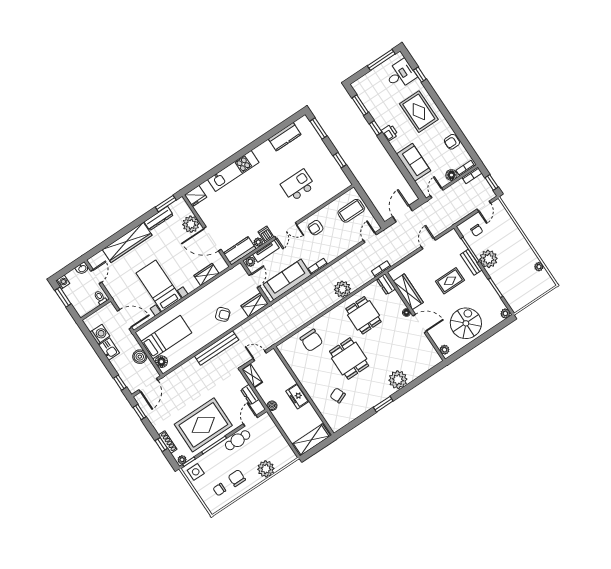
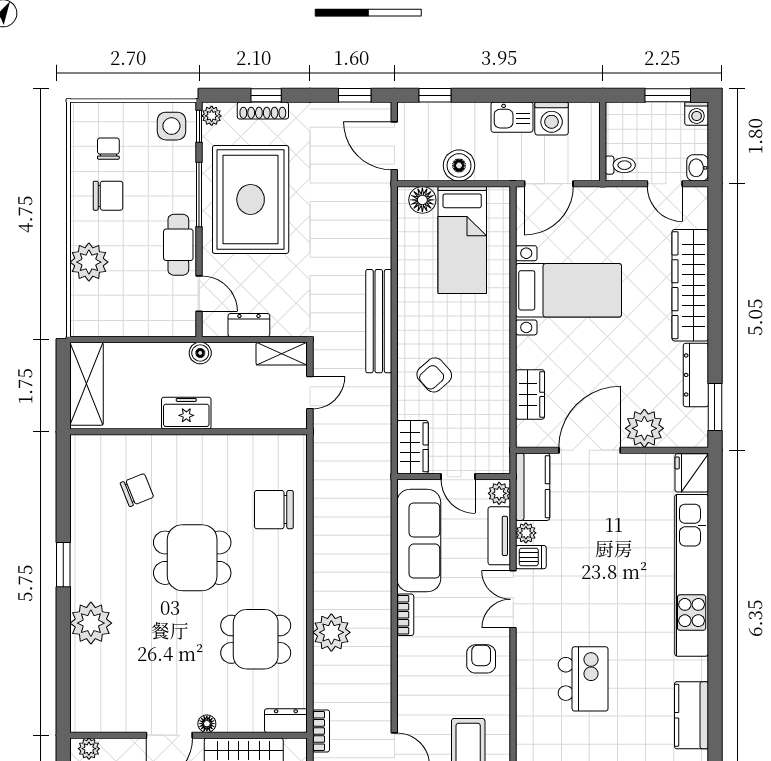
kitchen unit: (233, 171) -> (692, 575), width x1.36

